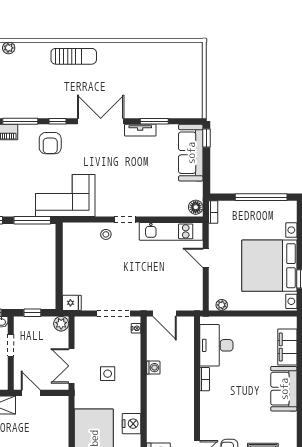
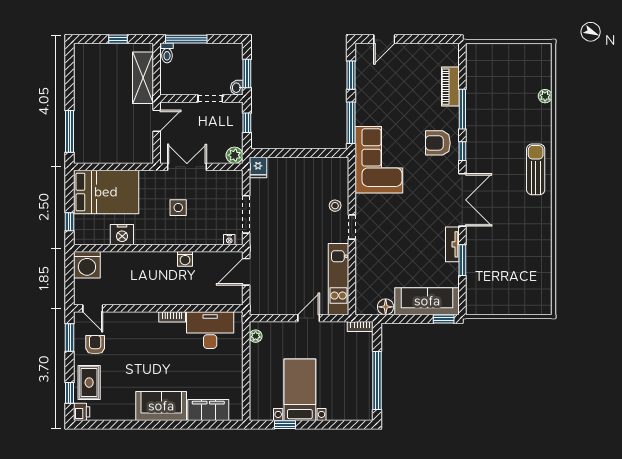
sun lounger: (74, 56) -> (536, 169), turned 180
floor lamp: (196, 207) -> (386, 307), moved
bed with nightstands: (269, 266) -> (300, 390), width x0.54

